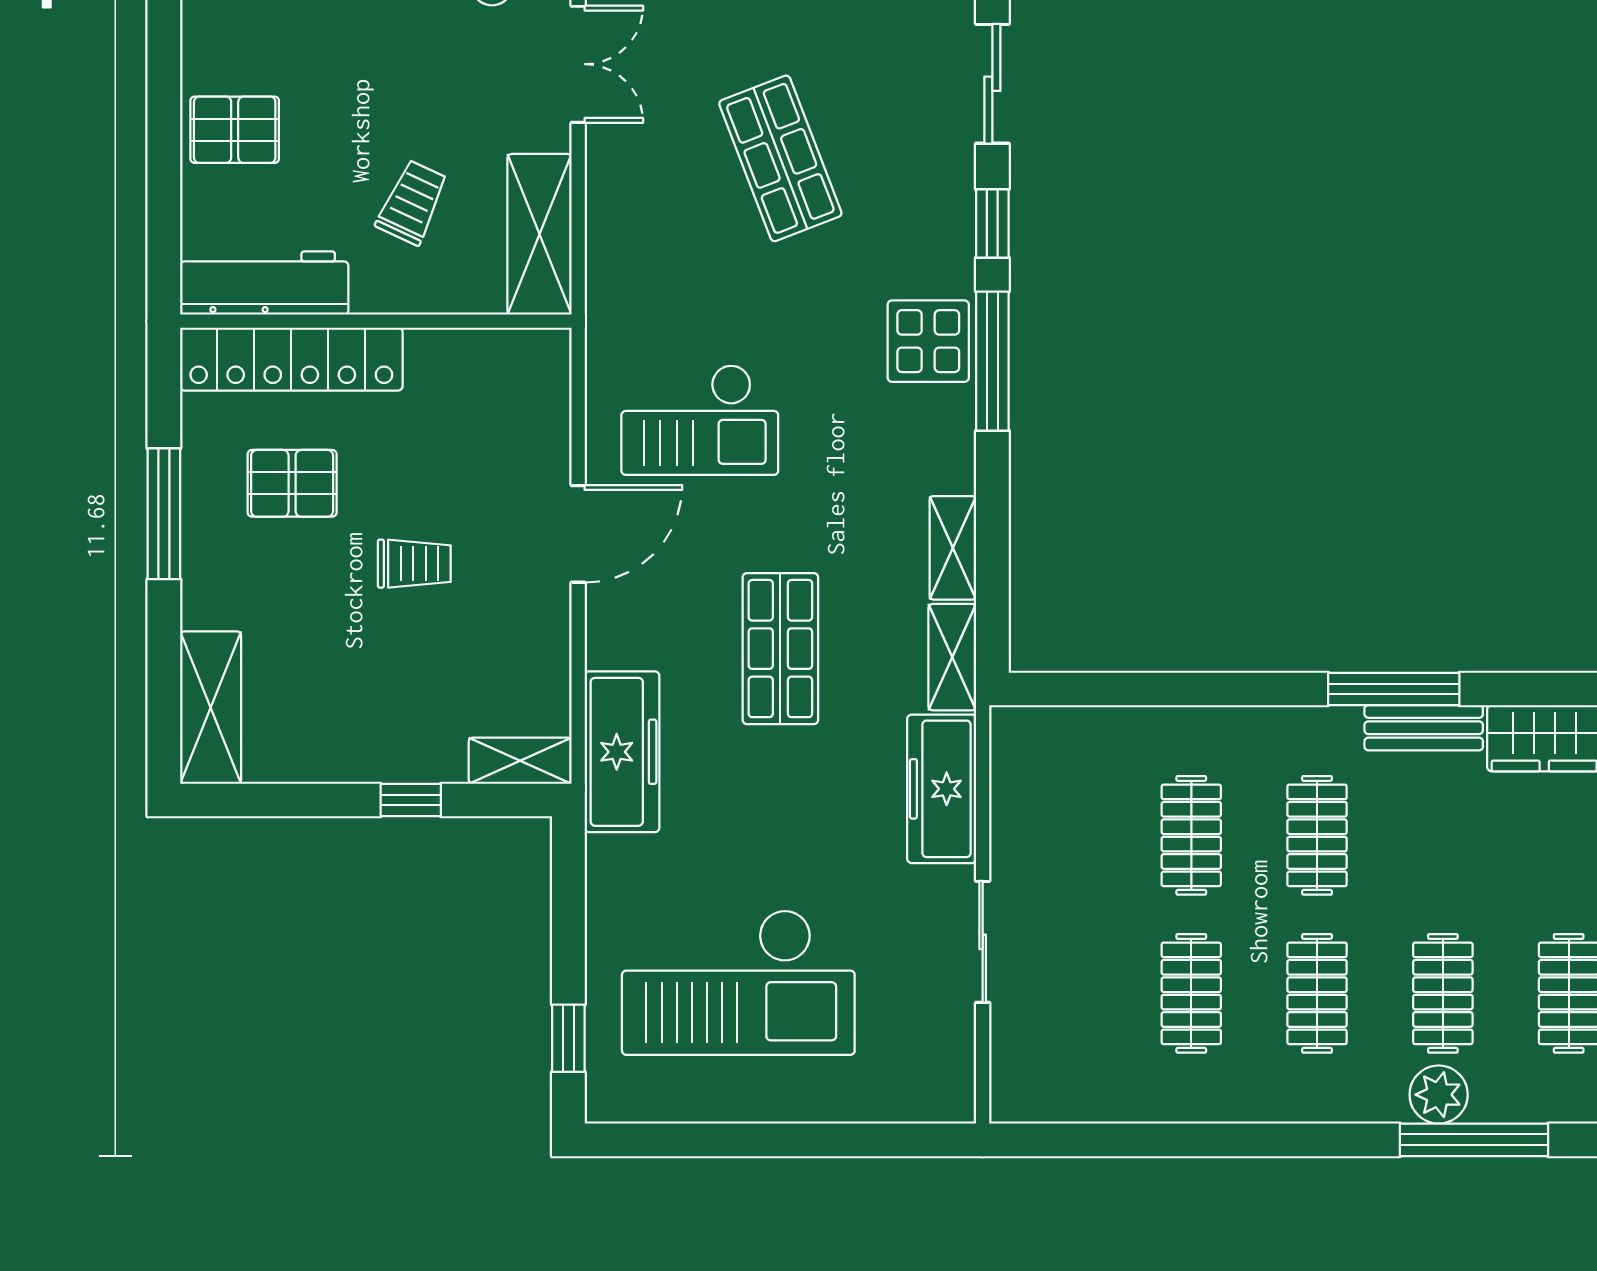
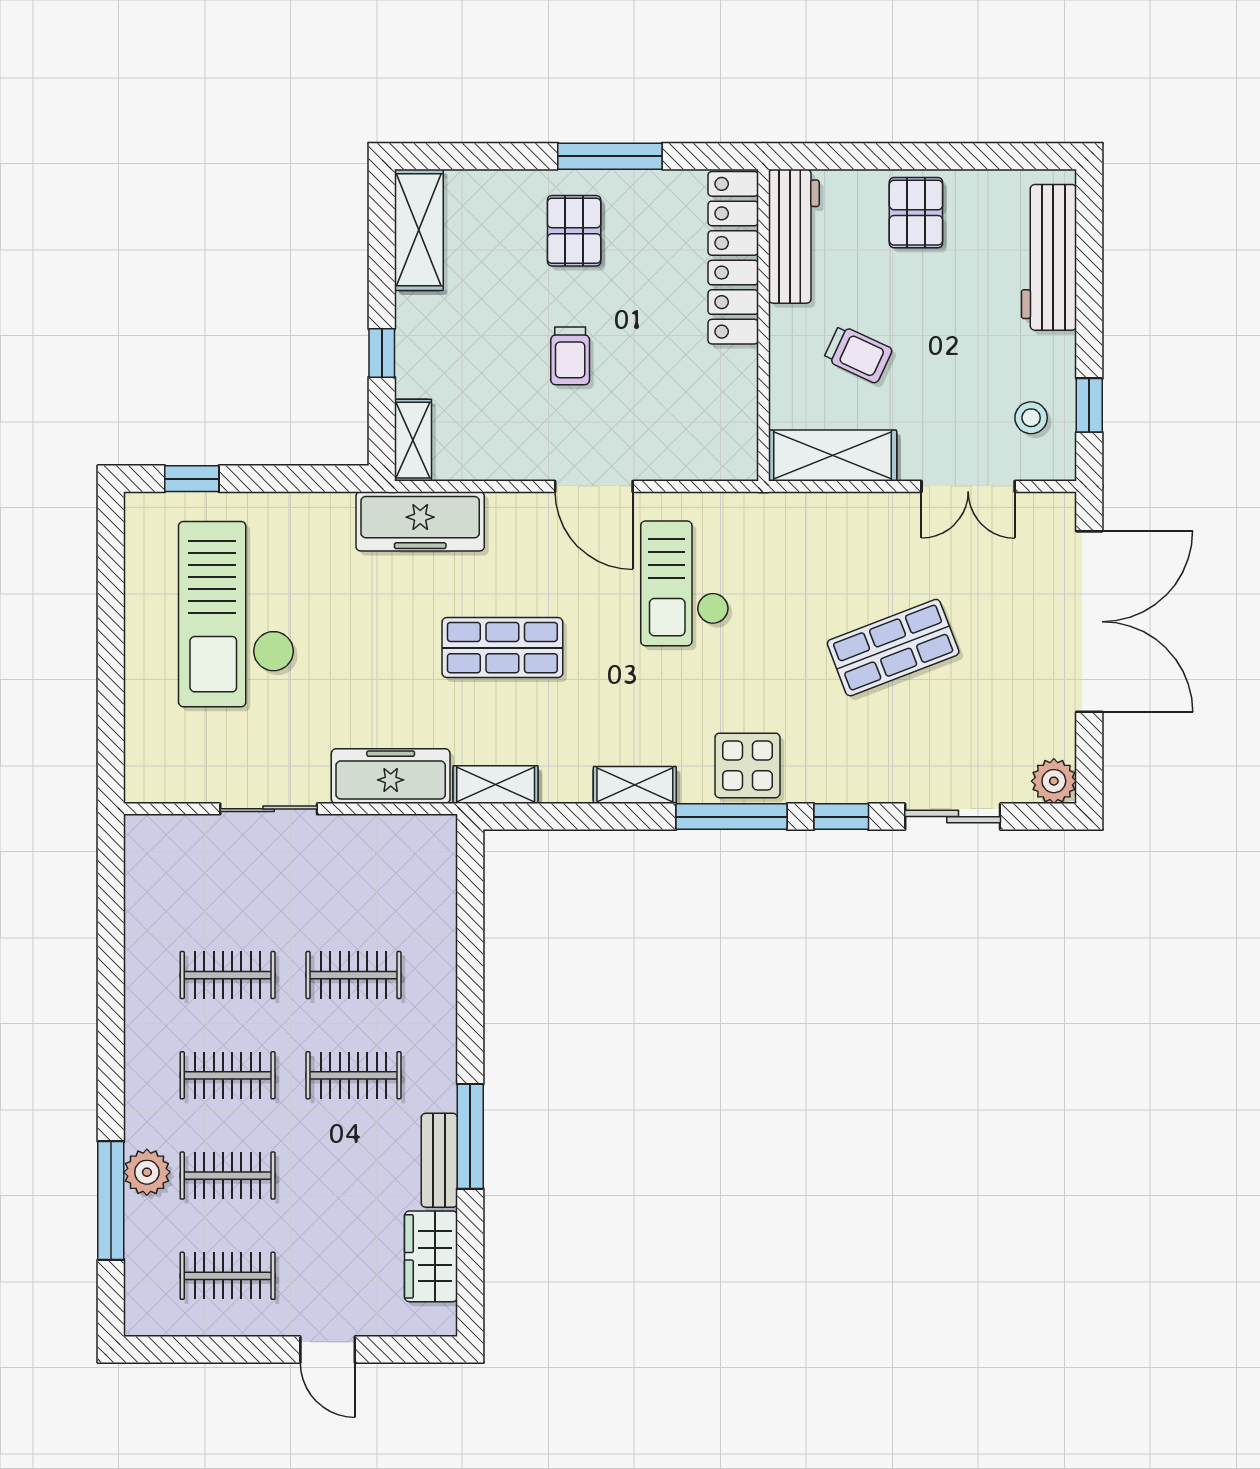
pallet: (292, 483) -> (574, 231), moved
shelving: (953, 548) -> (635, 785), moved
shelving: (211, 708) -> (419, 230), moved, turned 90

